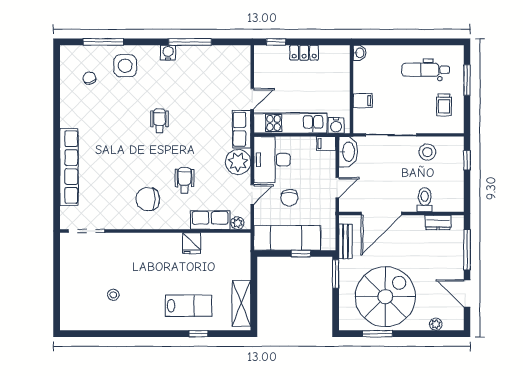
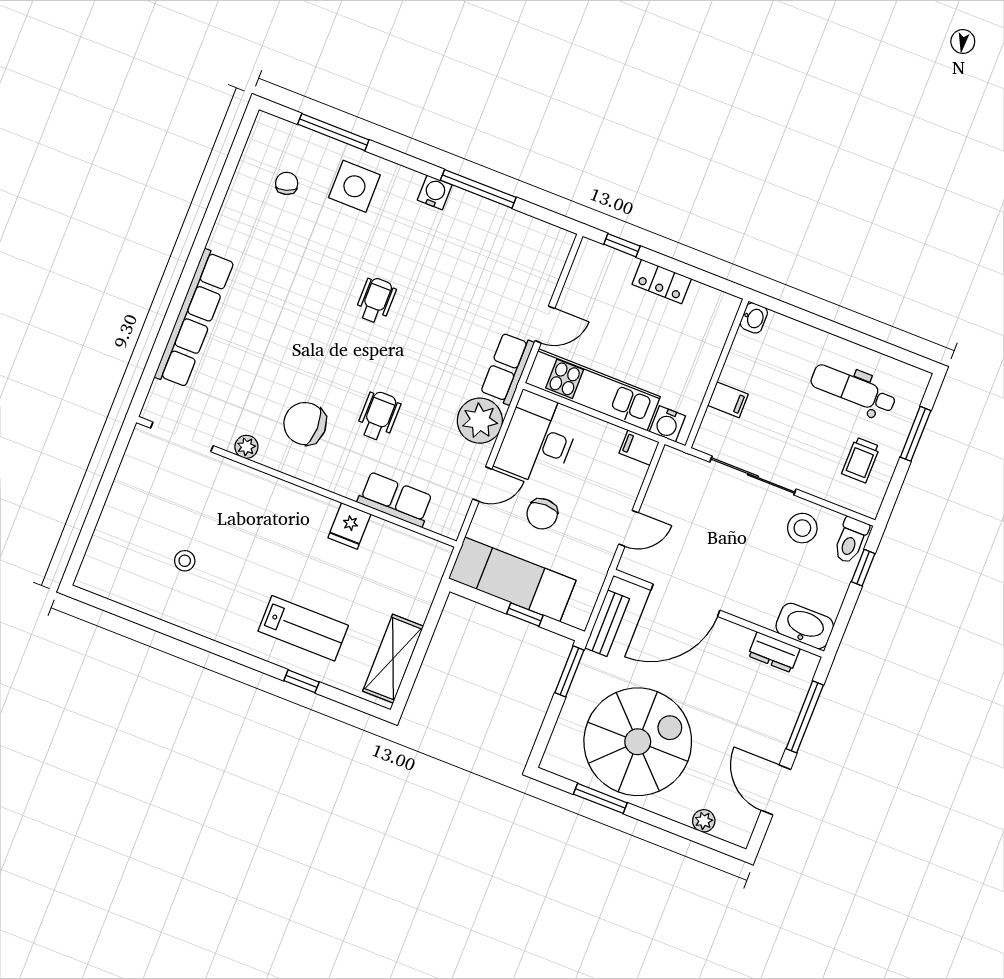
washbasin: (348, 152) -> (805, 626), moved, turned -90
toilet: (425, 200) -> (851, 540), moved, turned 180
plant: (237, 223) -> (246, 447), moved

